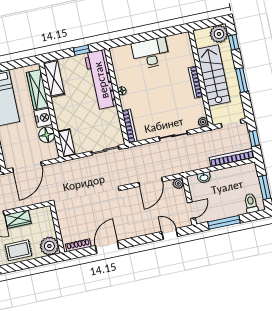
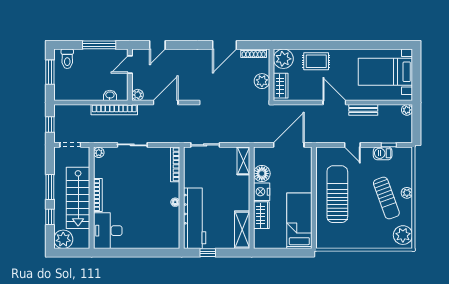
window: (234, 42) -> (50, 217), moved
desk: (151, 53) -> (108, 231), moved, turned 90
wardrobe: (38, 90) -> (261, 215), width x0.67
bookcase: (232, 158) -> (114, 110), moved
wardrobe: (18, 219) -> (281, 86), moved, turned 90
plant: (65, 221) -> (262, 81), added
door: (170, 234) -> (157, 45), hinge flipped

